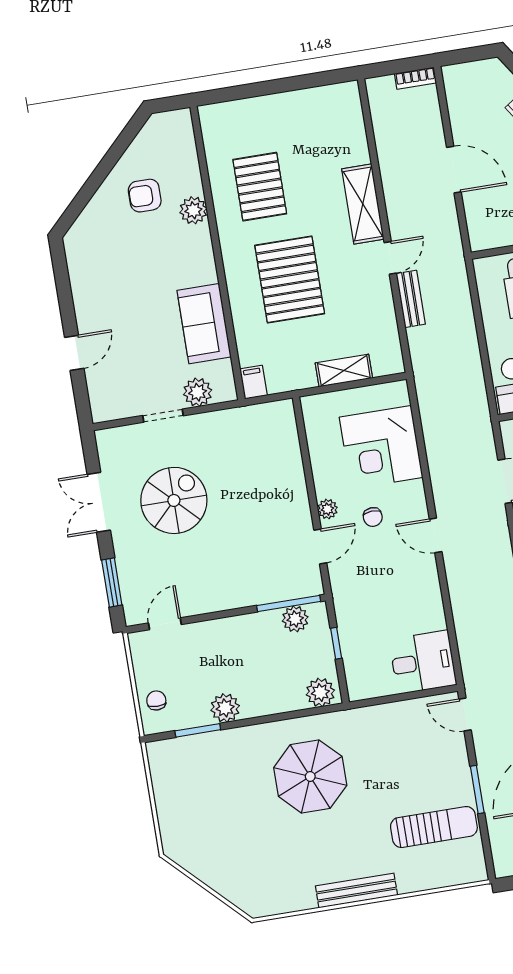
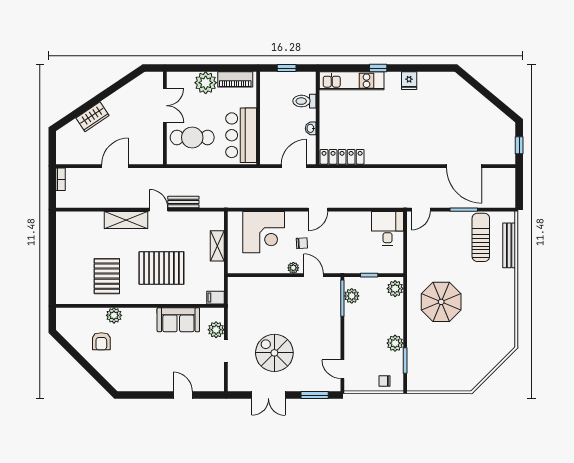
pallet: (260, 187) -> (107, 276), turned 90
bench: (356, 891) -> (509, 245), moved

